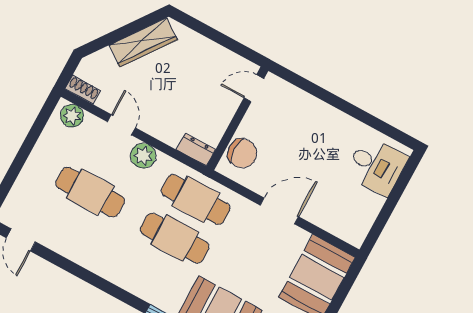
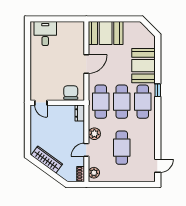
door: (279, 211) -> (86, 64), swing flipped
cafe table: (154, 277) -> (143, 102), added

